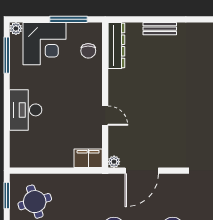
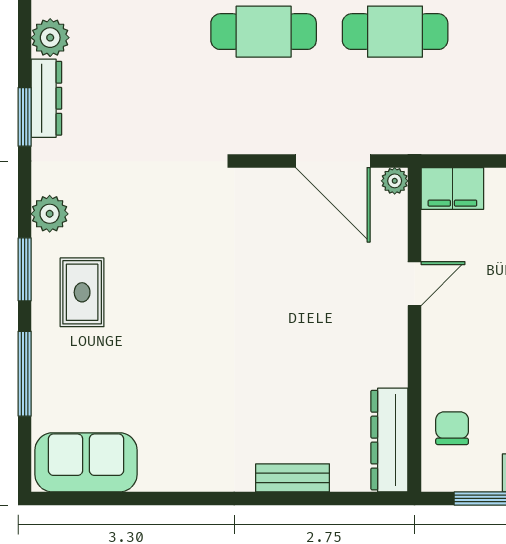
door: (105, 116) -> (414, 284), swing flipped
door: (142, 171) -> (333, 161), swing flipped

